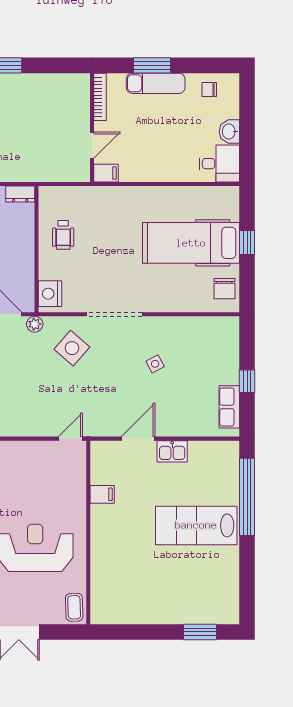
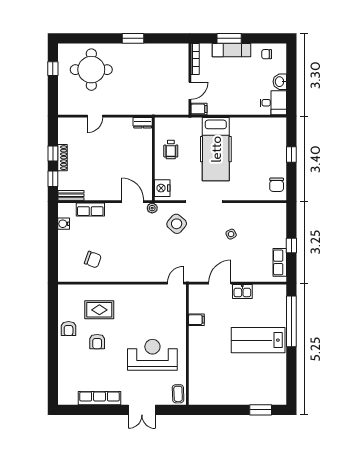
hospital bed: (191, 243) -> (216, 149), moved, turned -90

